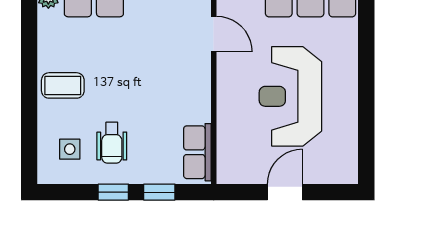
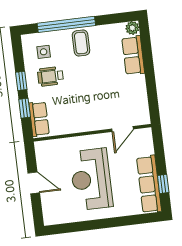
reception desk: (290, 96) -> (91, 179), turned -90
window: (29, 106) -> (66, 24), added
row of seats: (197, 152) -> (39, 119), moved, turned 90

